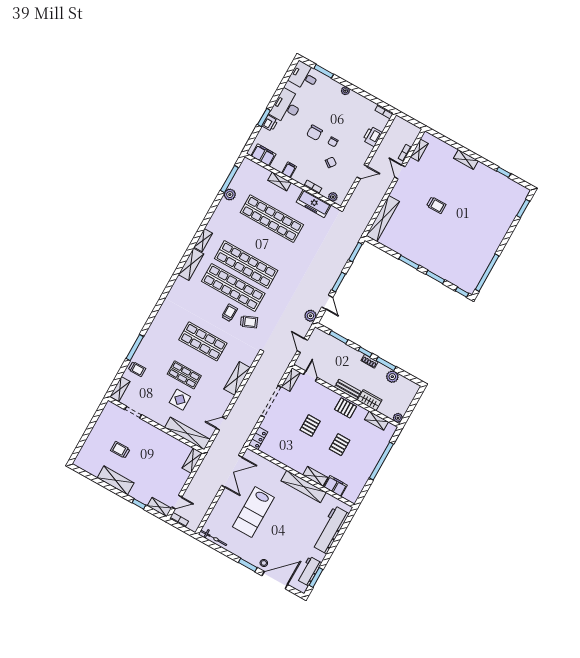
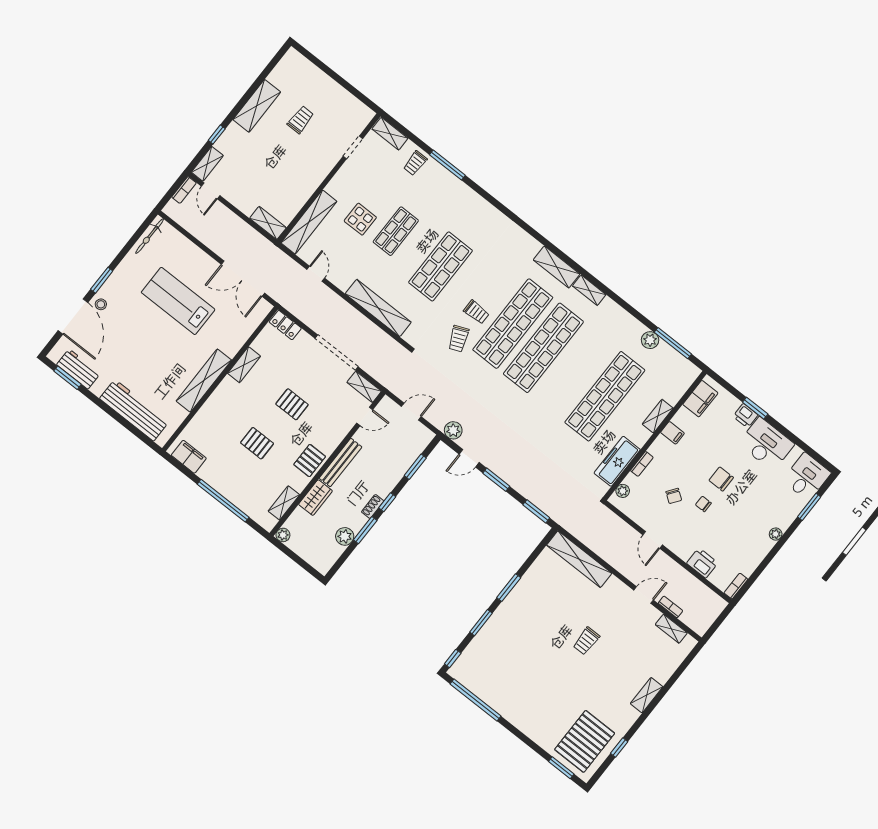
pallet: (503, 196) -> (585, 741), added
shelving: (237, 378) -> (378, 308), width x1.47
bench: (348, 389) -> (341, 463), width x1.36
shelving: (315, 476) -> (244, 365), moved
filing cabinet: (335, 486) -> (189, 457), moved, turned -90

